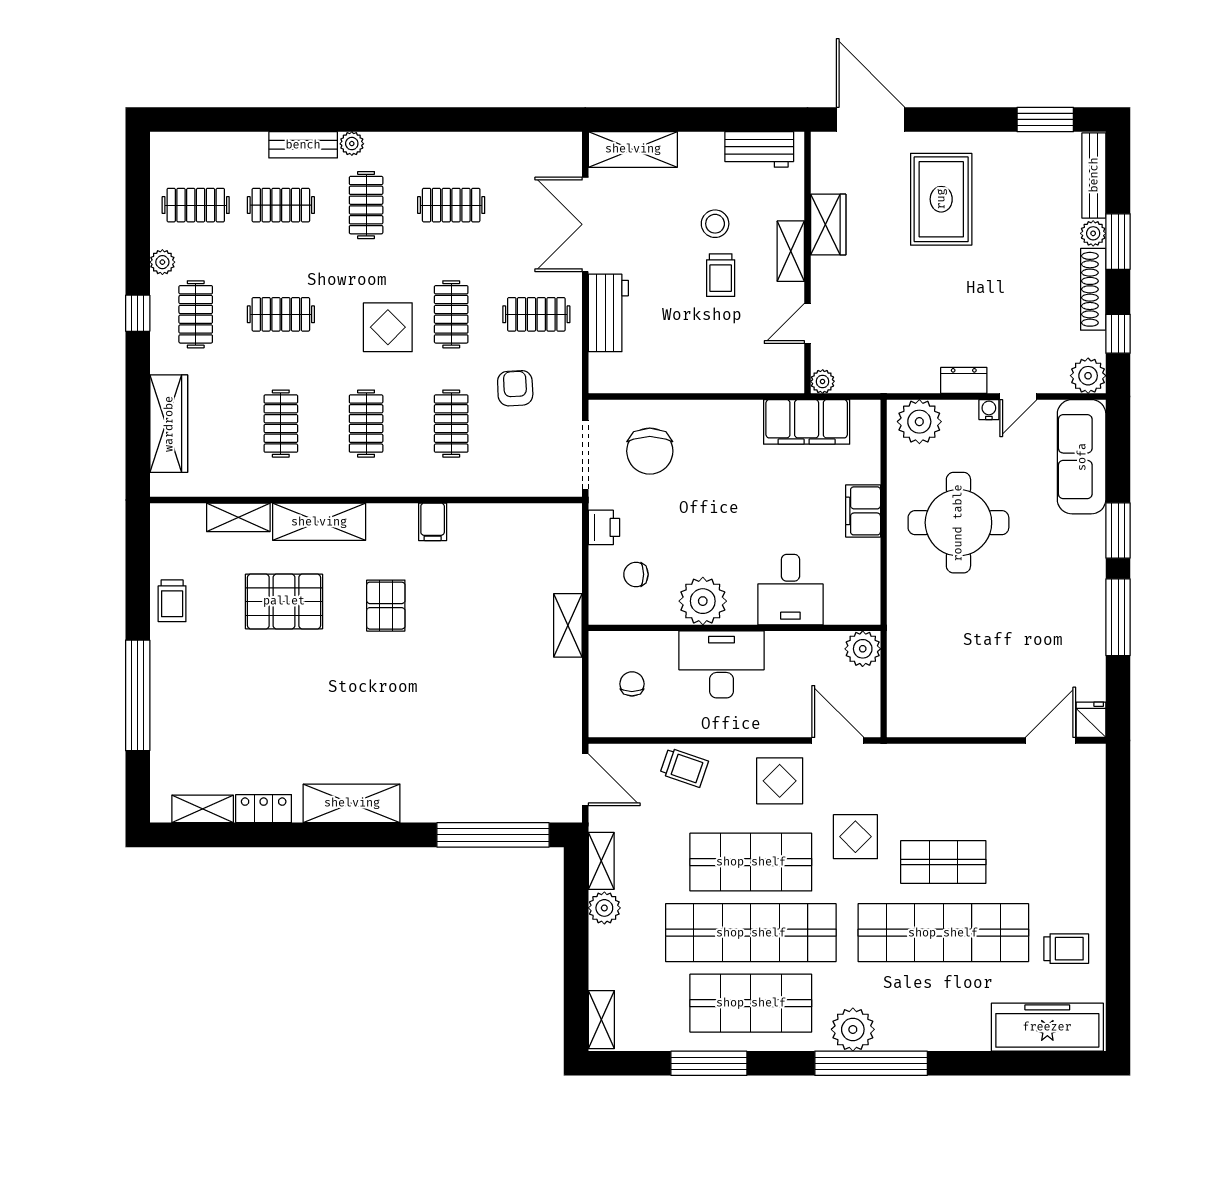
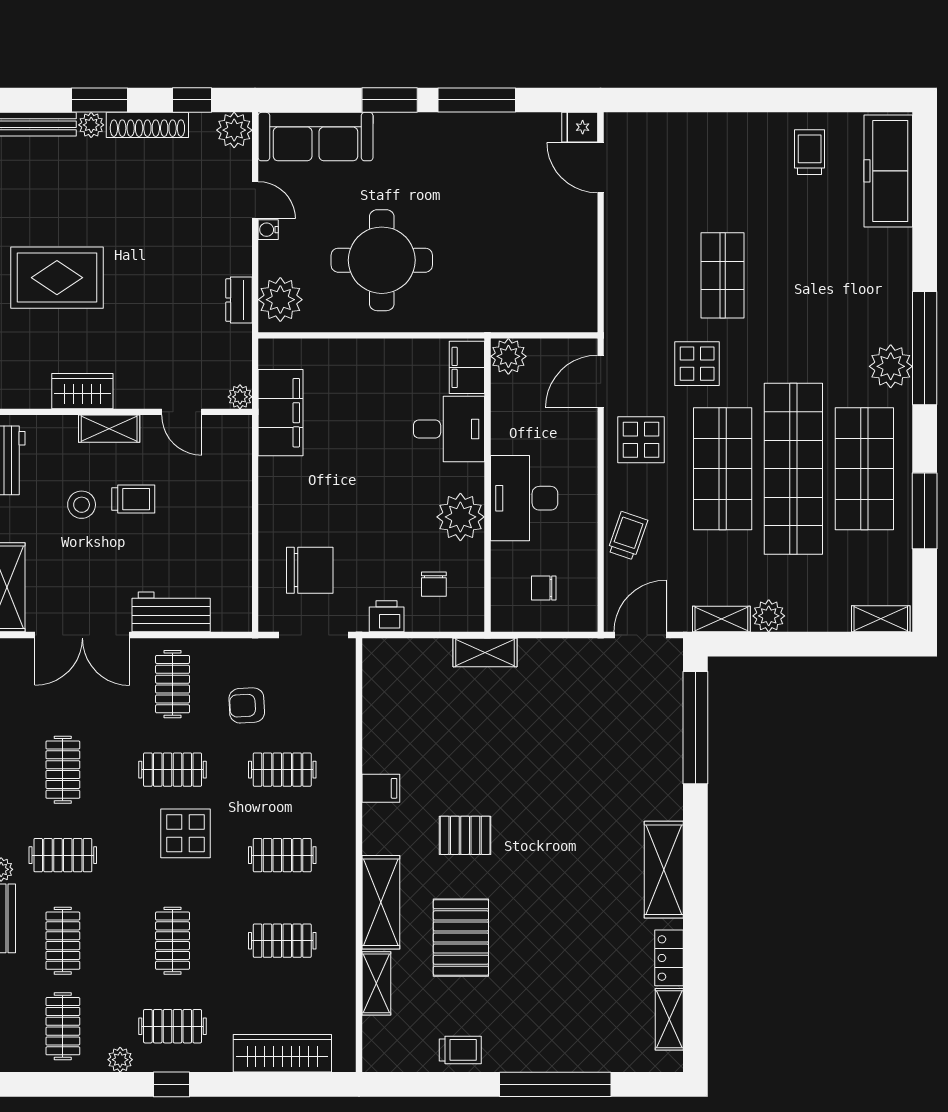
dresser: (964, 380) -> (239, 300), moved
filing cabinet: (863, 511) -> (467, 367), moved, turned 90
shop shelf: (943, 933) -> (793, 275), removed

